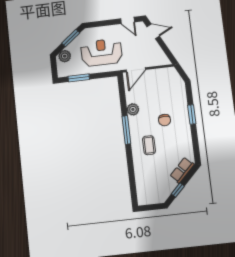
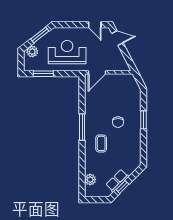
plant: (133, 109) -> (90, 180), moved
row of seats: (182, 170) -> (117, 181), moved

